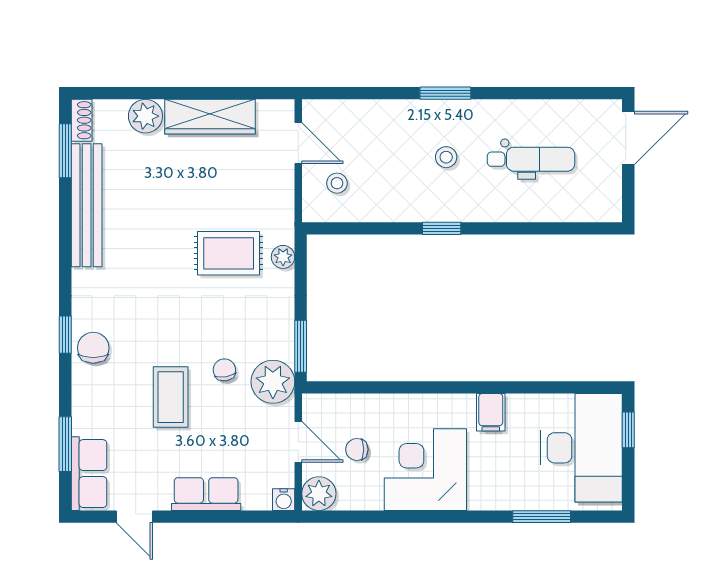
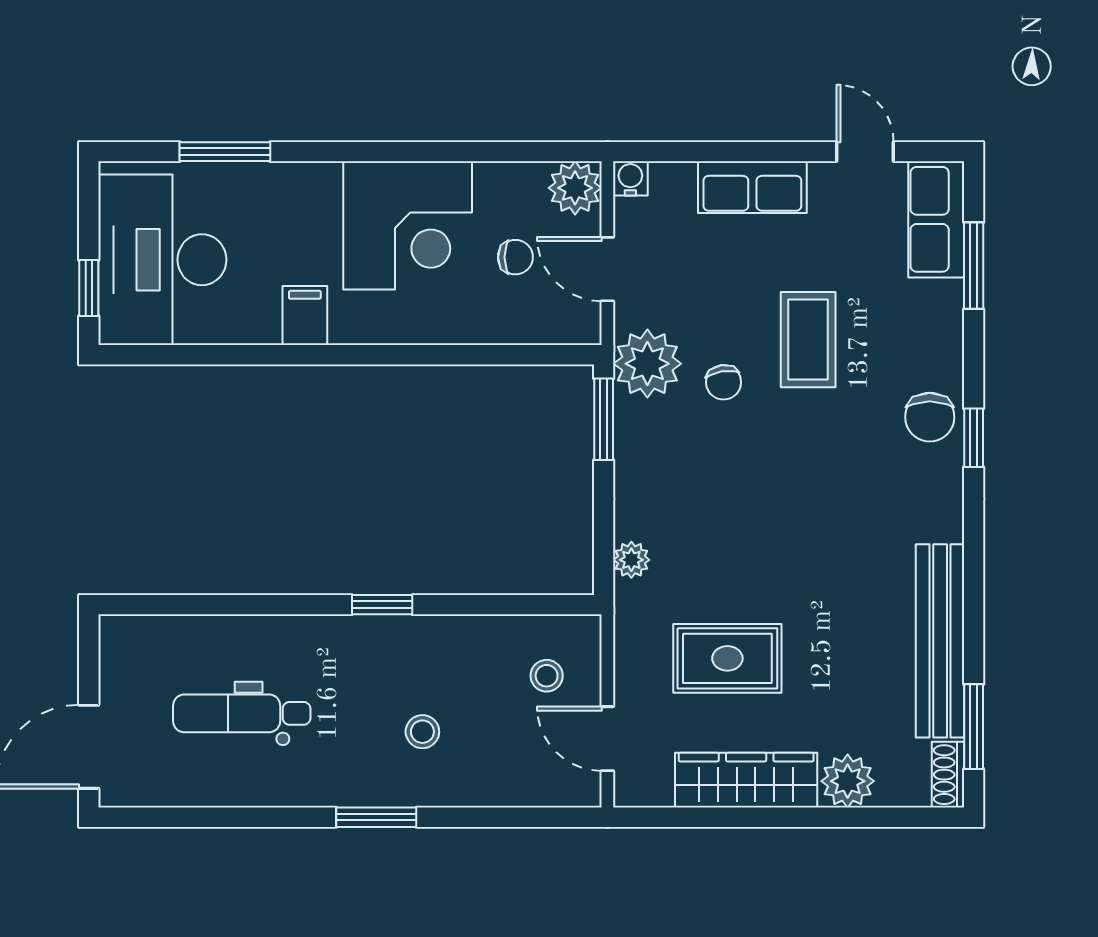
stool: (446, 157) -> (422, 732), moved
rug: (229, 253) -> (727, 658), moved

